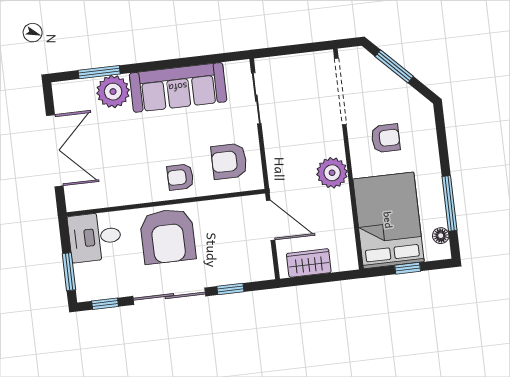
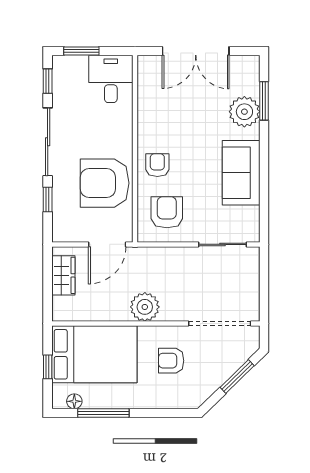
sofa: (178, 87) -> (241, 173), width x0.73
armchair: (386, 138) -> (171, 361), turned 90
armchair: (168, 236) -> (105, 183), moved

